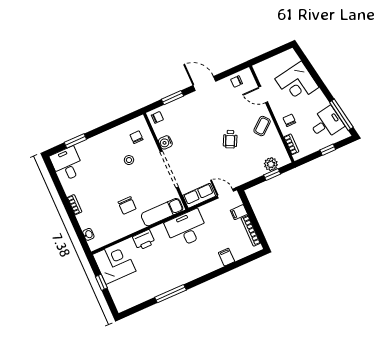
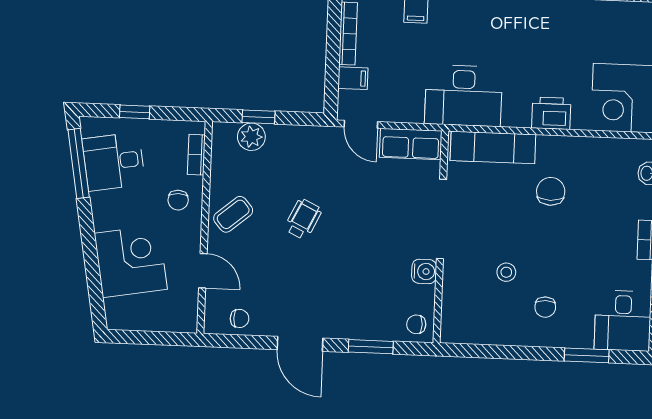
chair: (137, 137) -> (545, 307), moved

